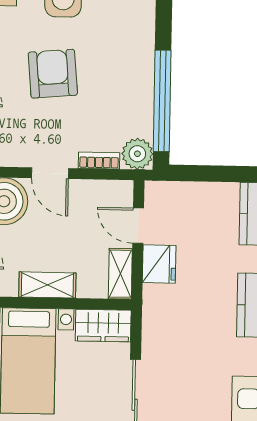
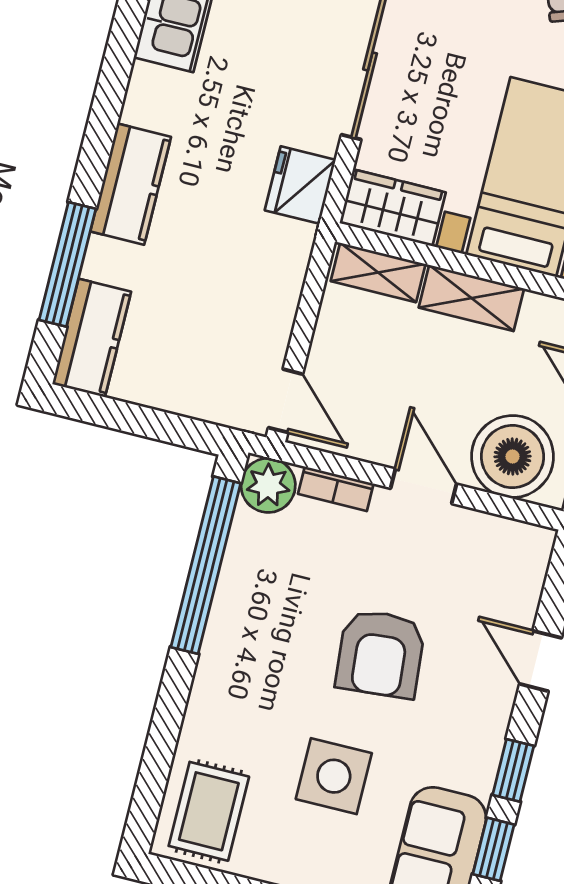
door: (138, 226) -> (285, 401), moved
fridge: (159, 264) -> (300, 185), moved
shelving: (120, 274) -> (378, 272), moved, turned 90

